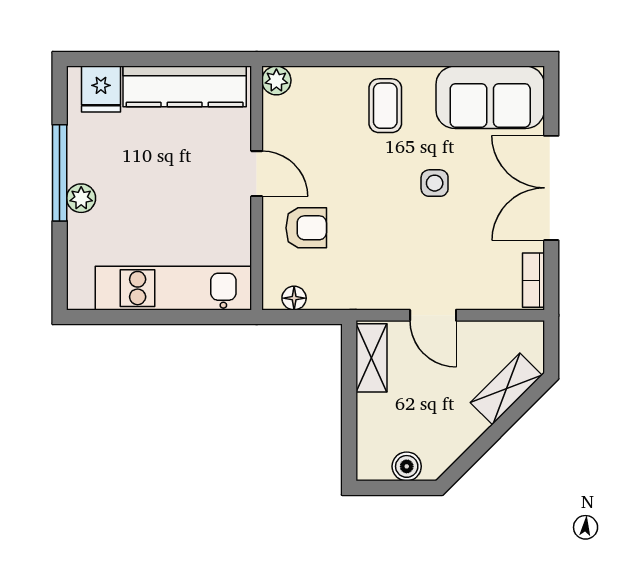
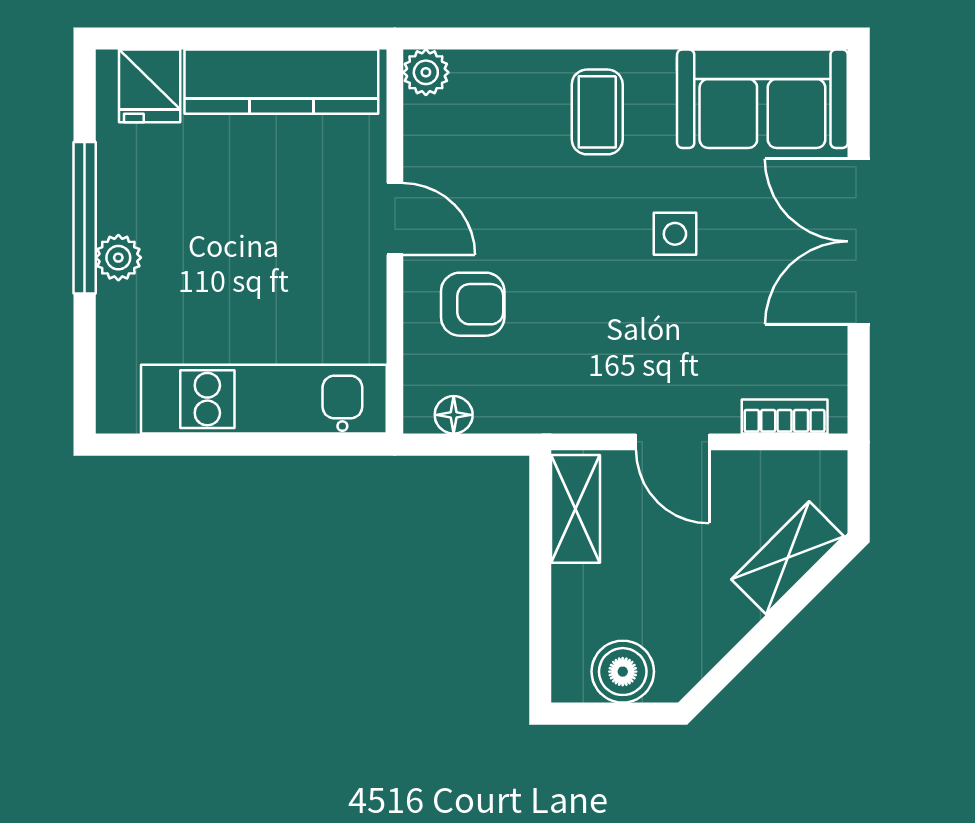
bookcase: (533, 280) -> (785, 417), moved, turned 90
boiler: (407, 466) -> (623, 672), width x1.36, depth x1.36

